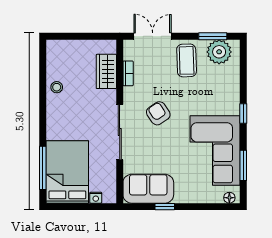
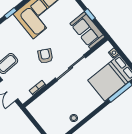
wardrobe: (106, 71) -> (45, 99), removed
armchair: (158, 113) -> (45, 56), turned 152

